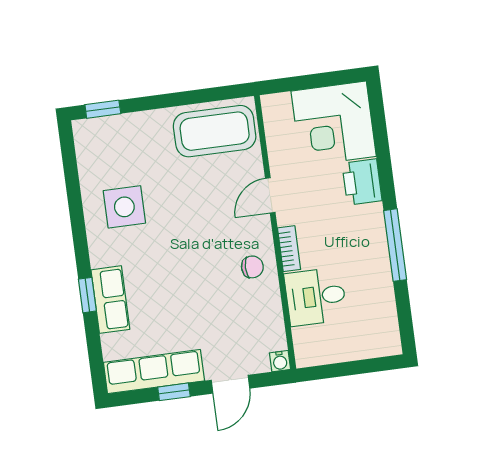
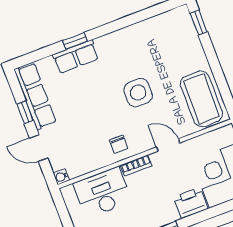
side table: (124, 207) -> (138, 93), moved
desk: (316, 297) -> (103, 192), width x1.37

